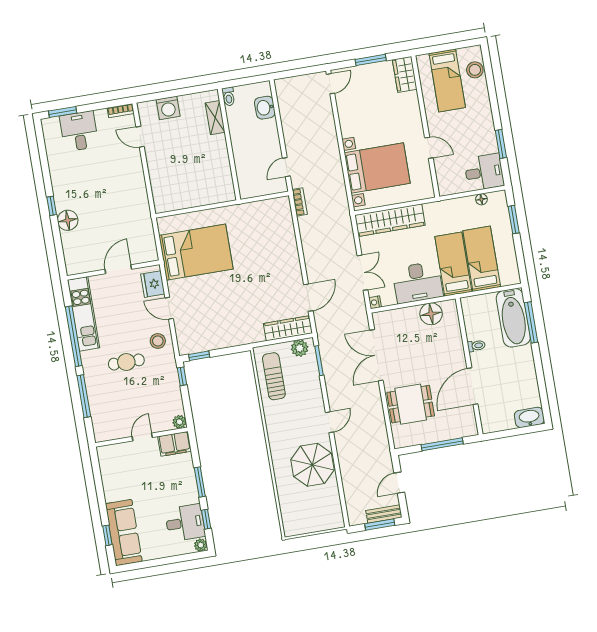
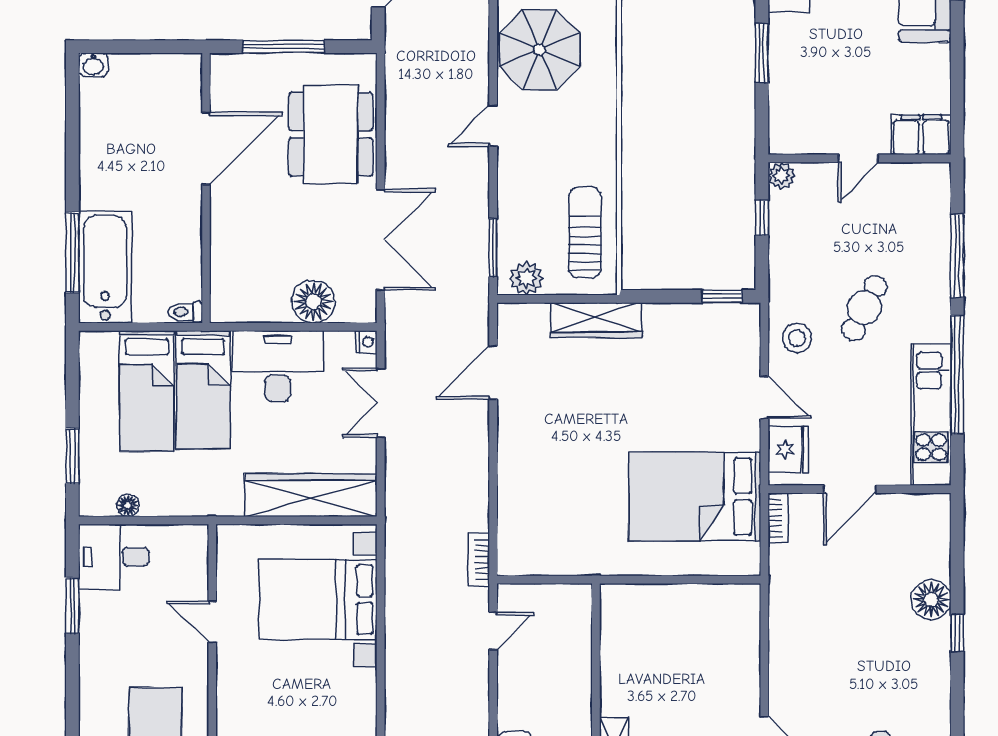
bookcase: (152, 249) -> (778, 518), added
floor lamp: (431, 314) -> (313, 302), moved
wardrobe: (288, 328) -> (596, 320), moved
toilet: (476, 346) -> (186, 312), moved
cafe table: (126, 362) -> (864, 308), turned -63
window: (182, 376) -> (762, 218), moved
sun lounger: (274, 376) -> (585, 232), turned 180
dining table: (411, 404) -> (331, 134), width x1.38
washbasin: (529, 417) -> (93, 65), width x0.52, depth x0.69
filing cabinet: (175, 444) -> (921, 135), moved

